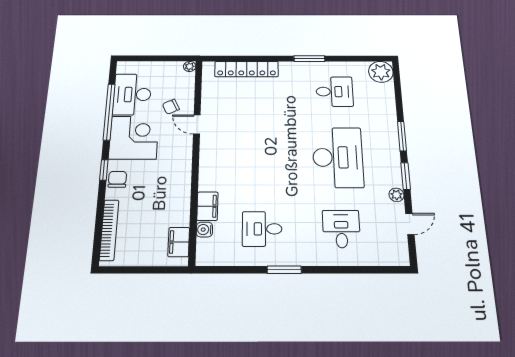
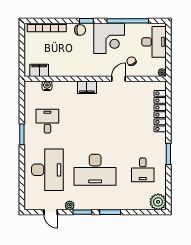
desk: (132, 94) -> (154, 42), moved, turned 90
filing cabinet: (207, 206) -> (87, 87), moved
desk: (341, 229) -> (47, 170), width x1.87, depth x1.30

